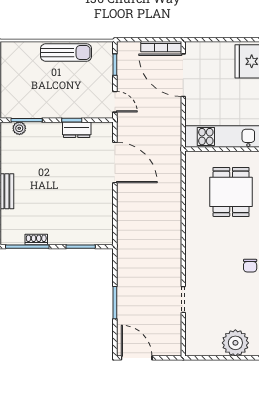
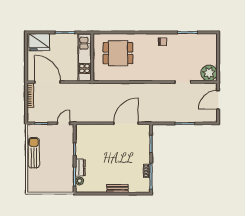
door: (183, 75) -> (48, 82), swing flipped
dresser: (77, 130) -> (80, 168), moved
door: (115, 163) -> (126, 123), moved
plant: (235, 343) -> (209, 73), moved
door: (137, 358) -> (218, 100), moved

